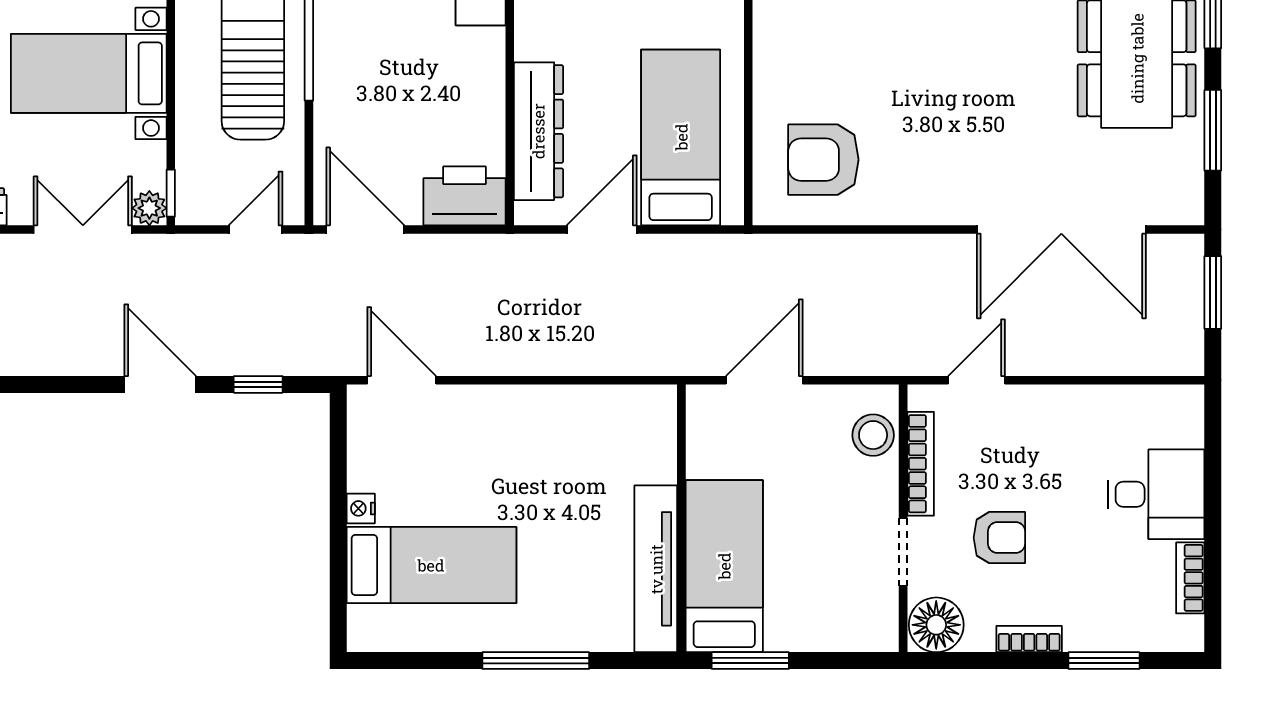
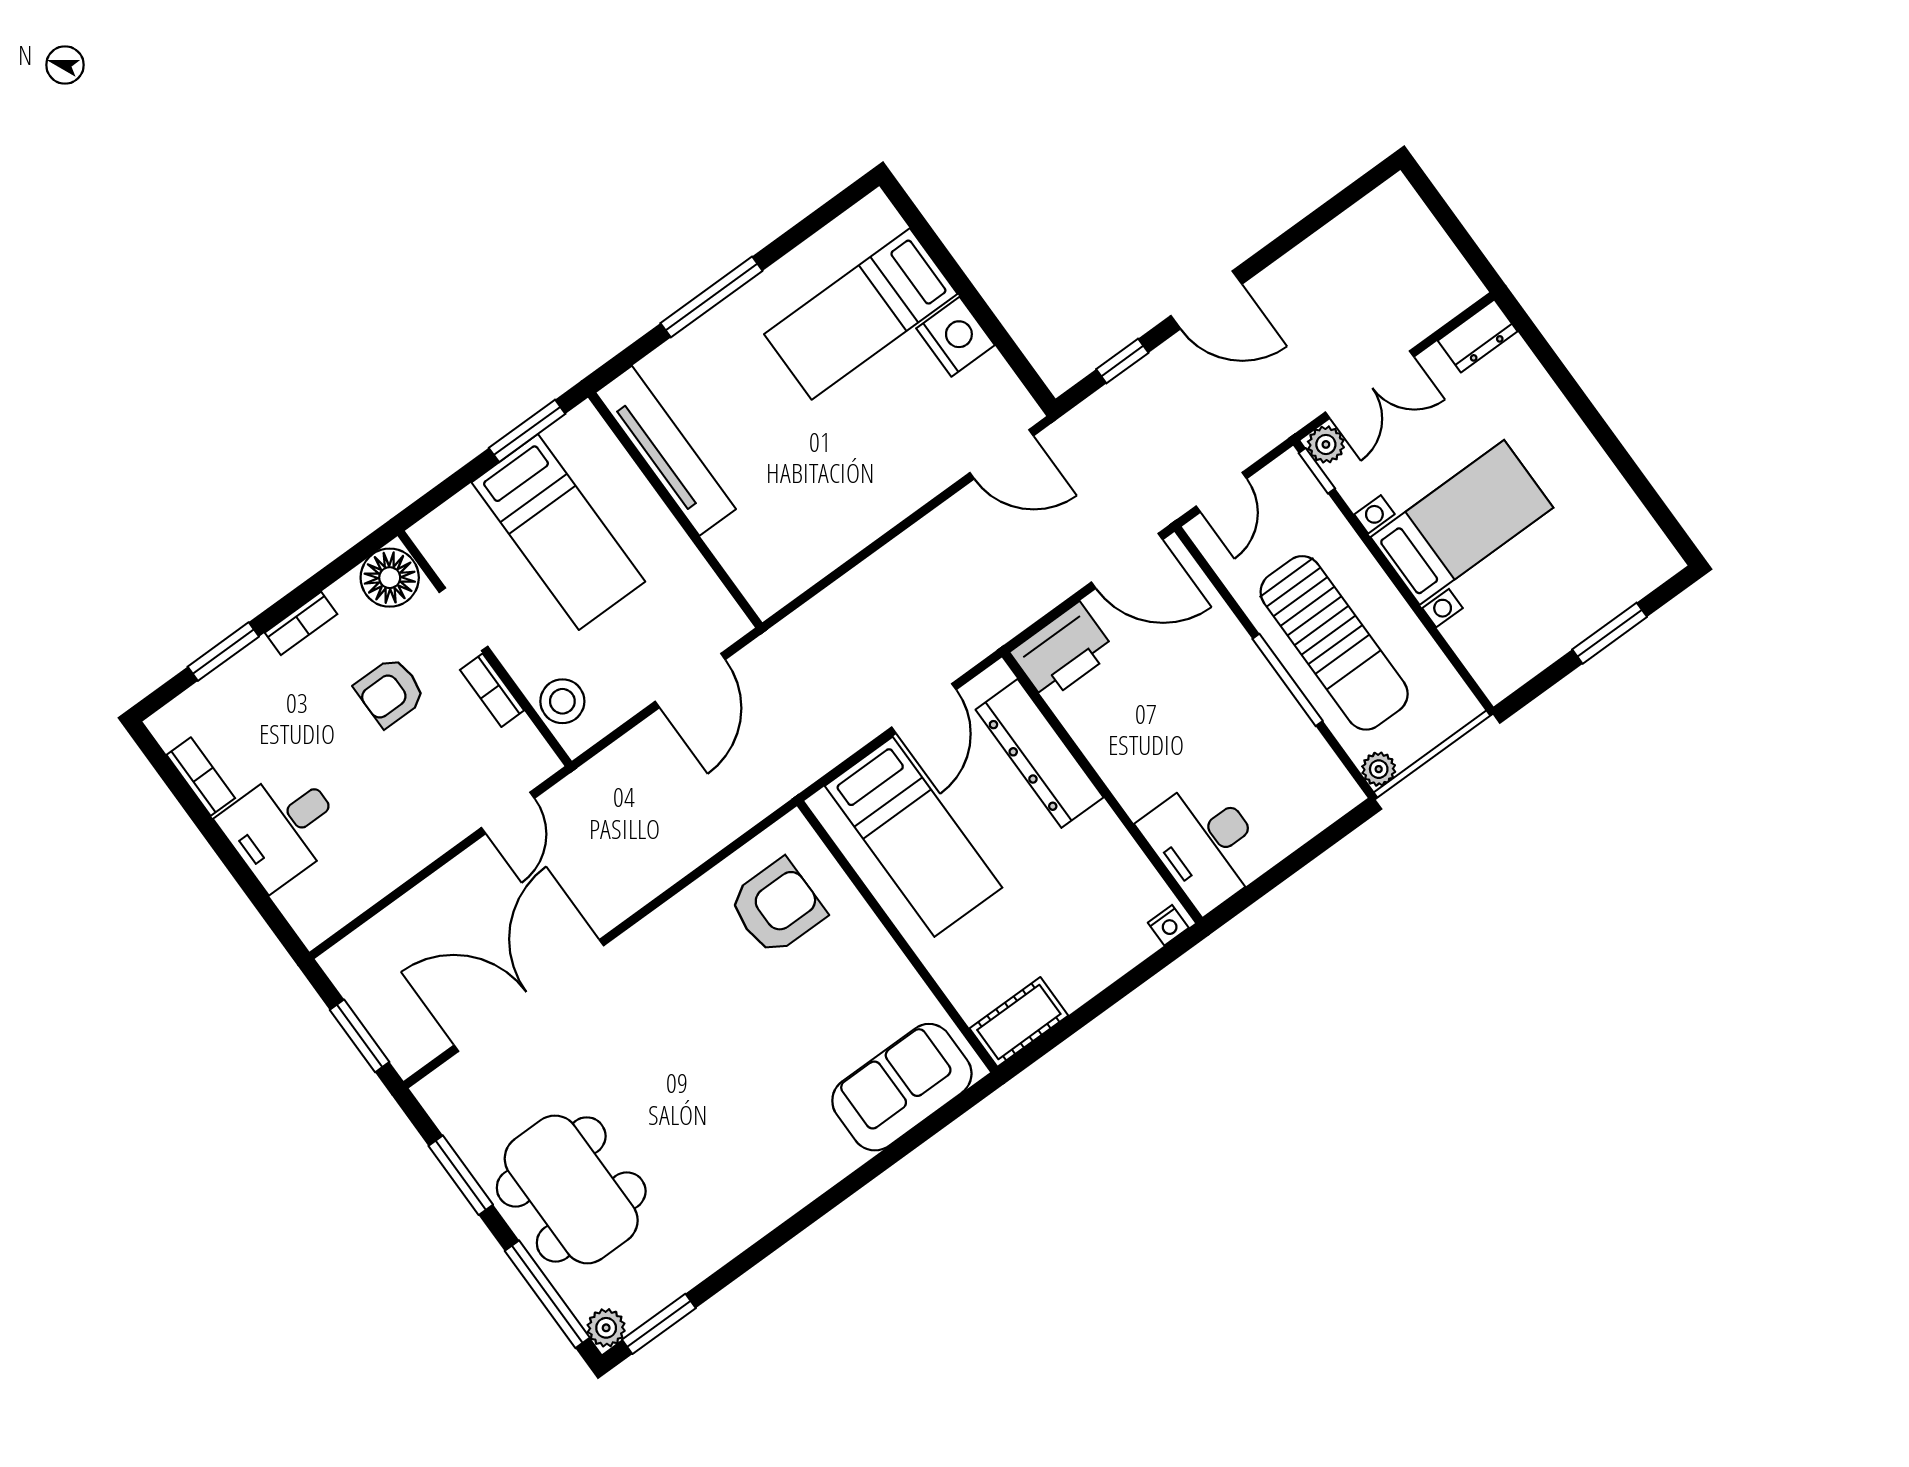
bookcase: (921, 464) -> (492, 690), width x0.64
nightstand: (361, 508) -> (955, 337), width x1.89, depth x1.79
bed: (724, 566) -> (558, 532), moved

